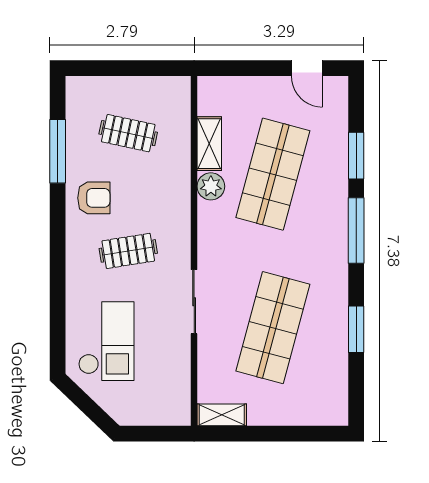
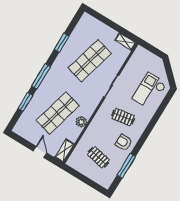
door: (307, 68) -> (40, 152), moved
shelving: (209, 144) -> (64, 151), moved

